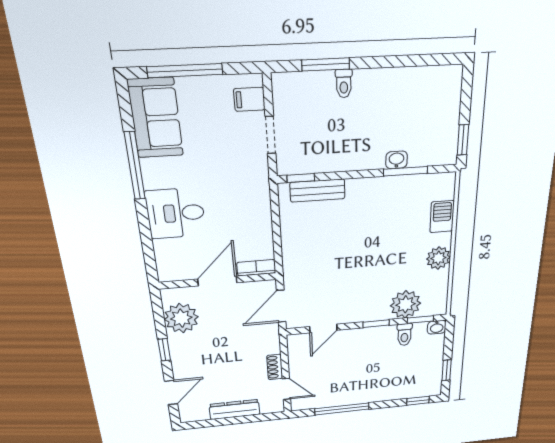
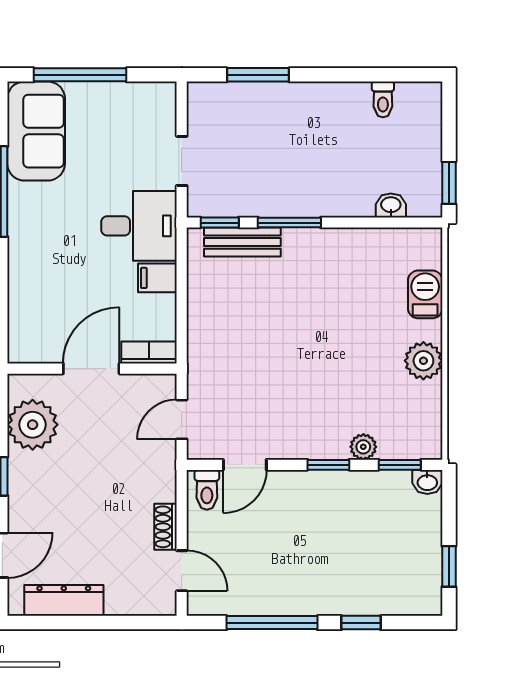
toilet: (344, 84) -> (383, 99), moved
filing cabinet: (249, 99) -> (157, 278), moved
washbasin: (396, 160) -> (391, 205), moved
window: (405, 171) -> (289, 223), moved
desk: (176, 213) -> (139, 226), moved, turned 180
plant: (405, 304) -> (363, 447), width x0.53, depth x0.53
door: (281, 306) -> (182, 419), width x0.73
toilet: (404, 335) -> (207, 490), moved
window: (418, 401) -> (361, 623), moved
dresser: (235, 409) -> (64, 600), moved

